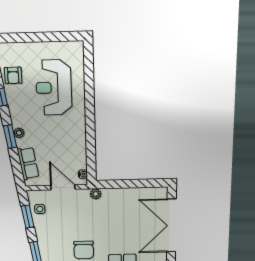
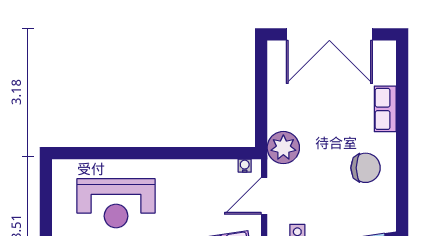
plant: (96, 194) -> (283, 148), width x1.88, depth x1.88

